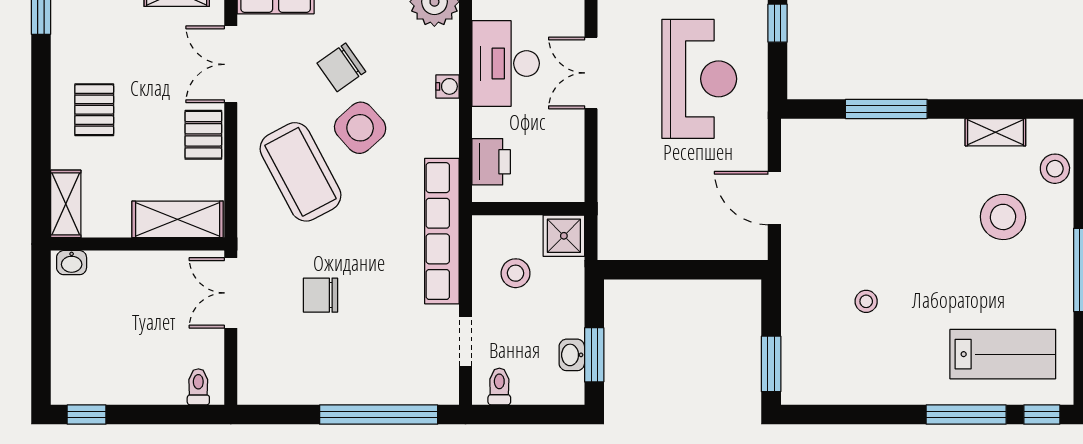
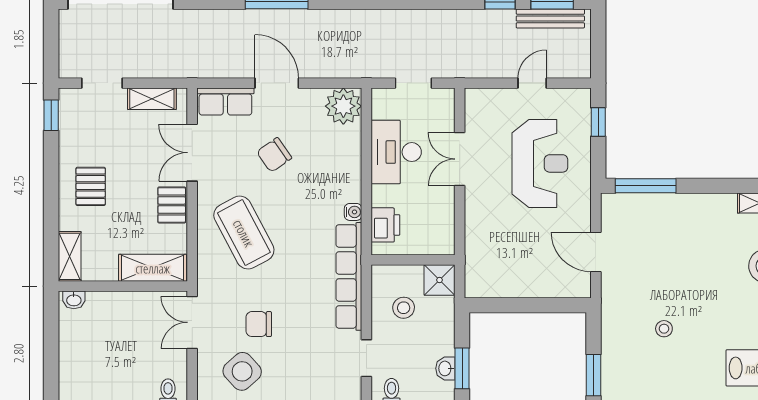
water cooler: (448, 86) -> (353, 212), moved
window: (886, 109) -> (646, 186), moved
side table: (360, 128) -> (242, 371), moved

